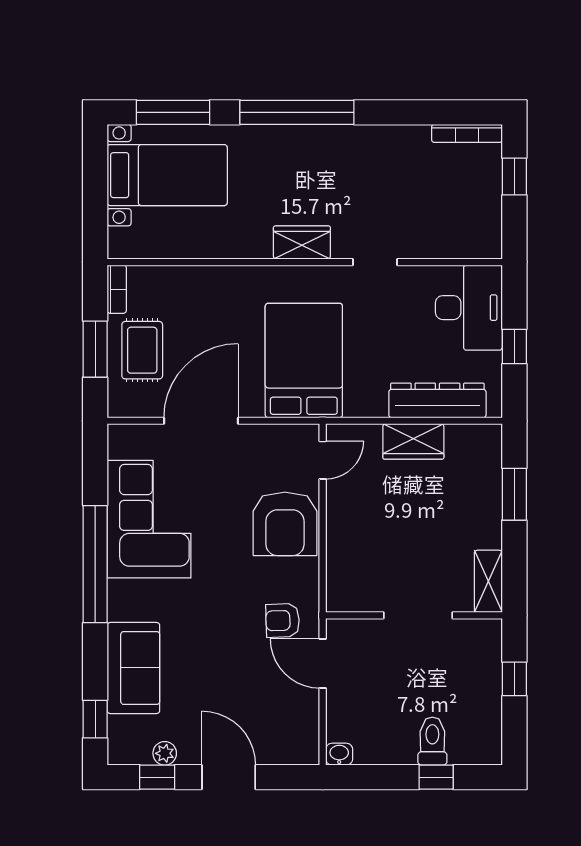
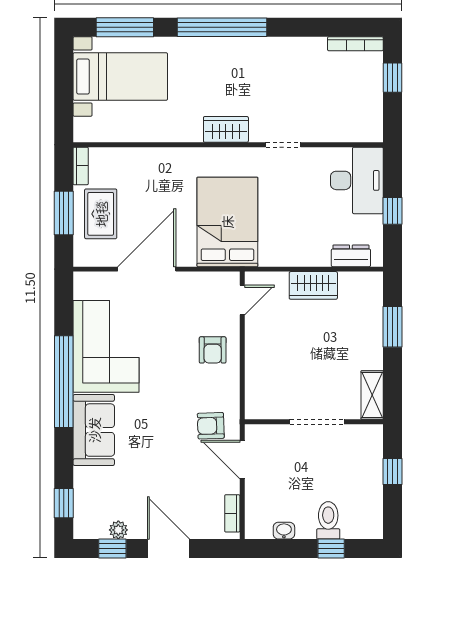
dresser: (437, 400) -> (351, 256), width x0.51, depth x0.80
armchair: (285, 524) -> (213, 350), width x0.53, depth x0.53
sofa: (133, 668) -> (94, 430), moved
bookcase: (310, 732) -> (232, 513), added
washbasin: (339, 754) -> (284, 531), moved

